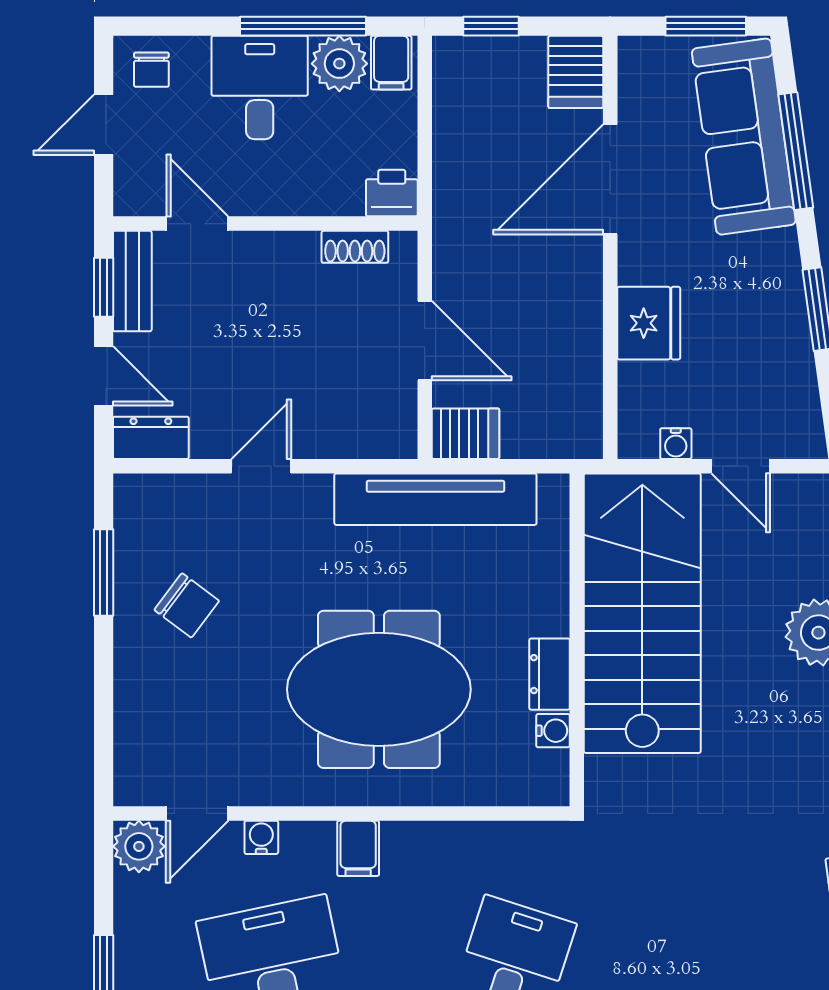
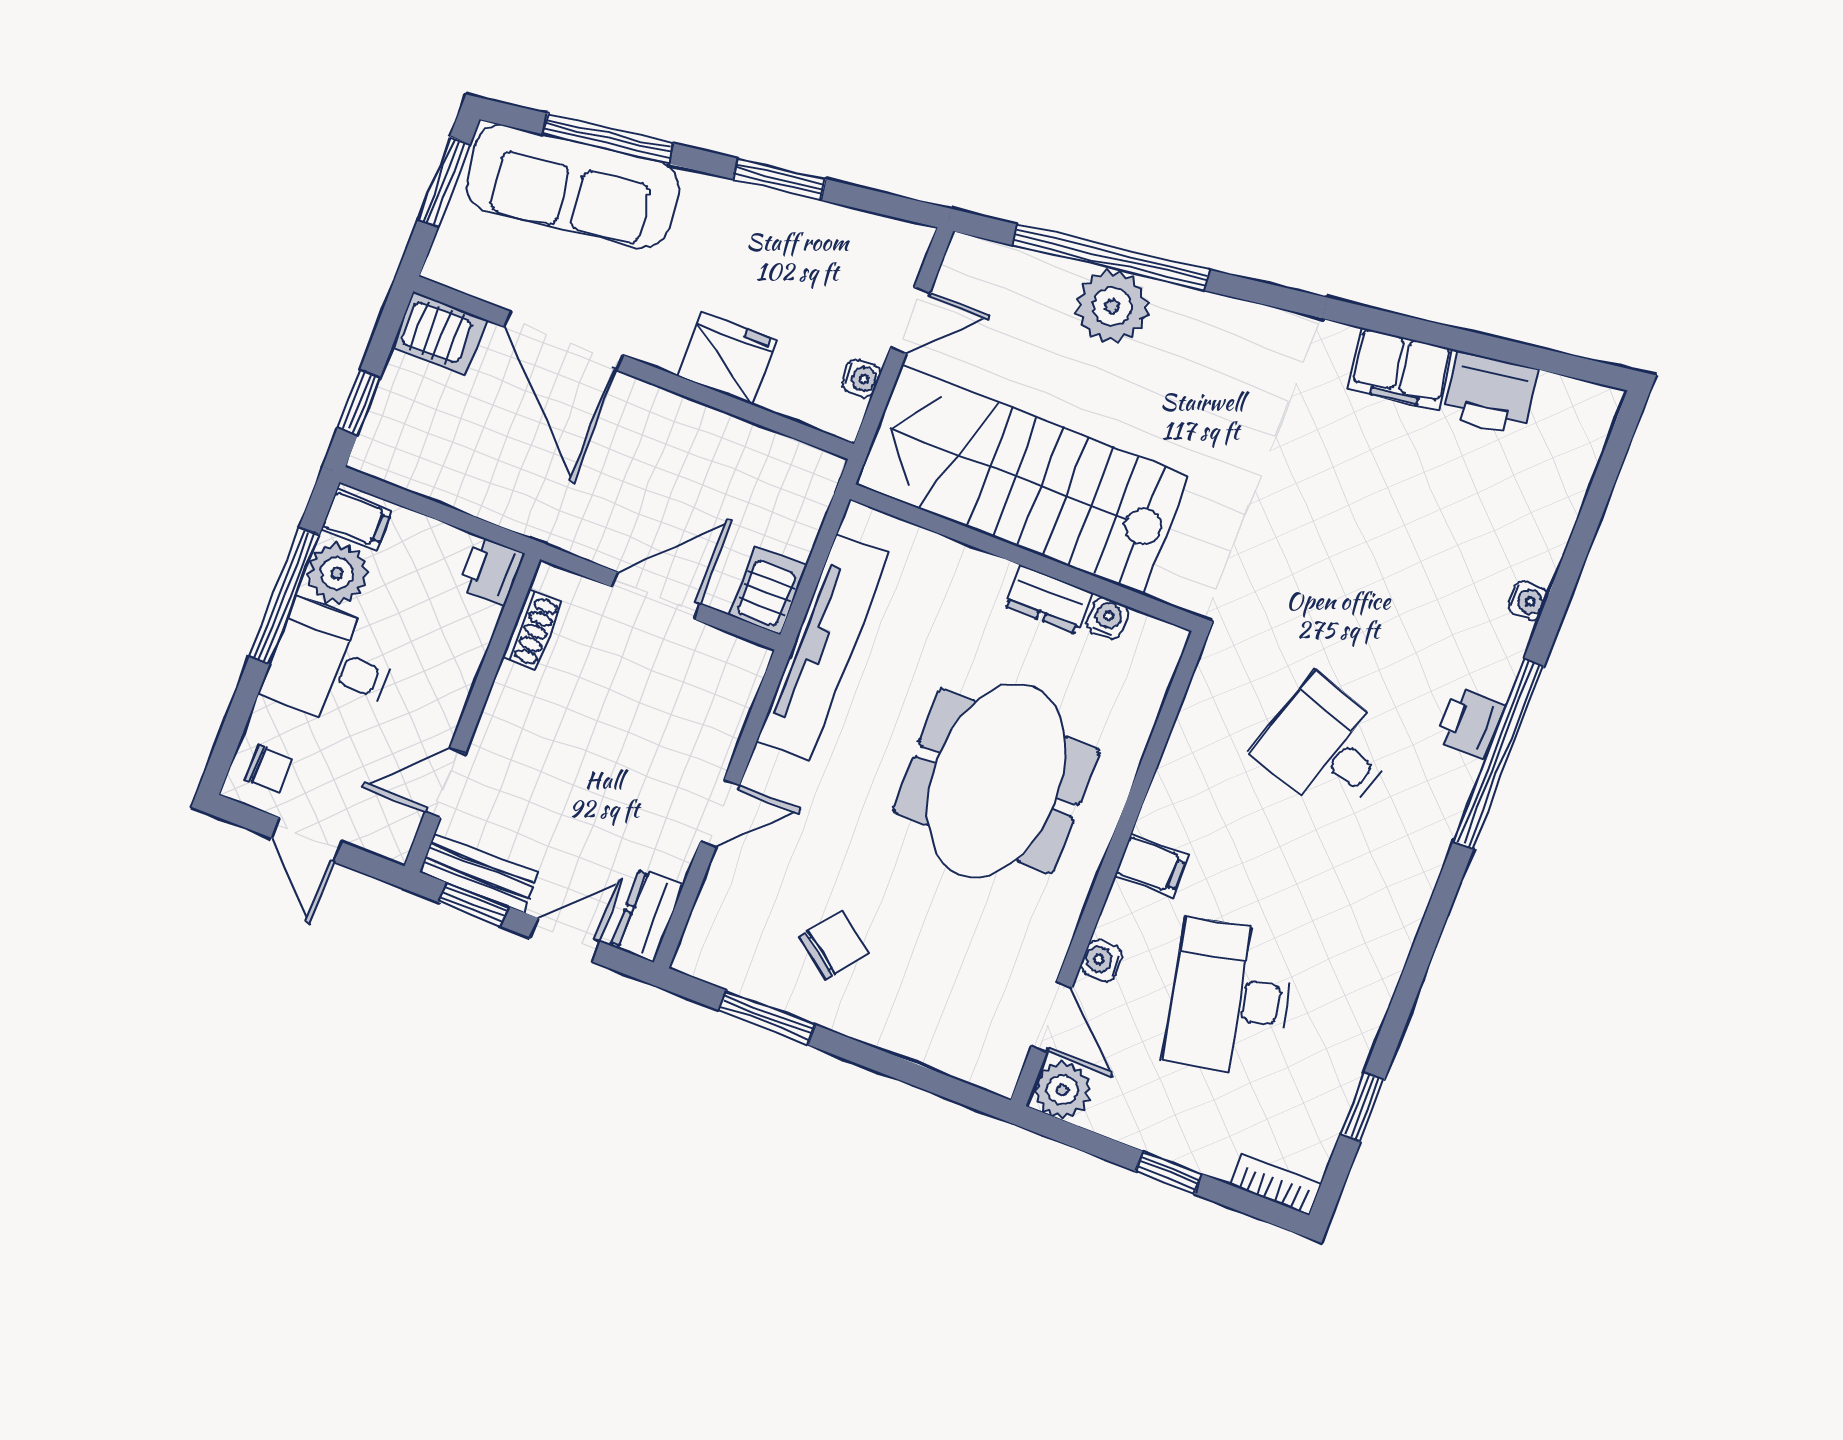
door: (261, 466) -> (720, 813), swing flipped

